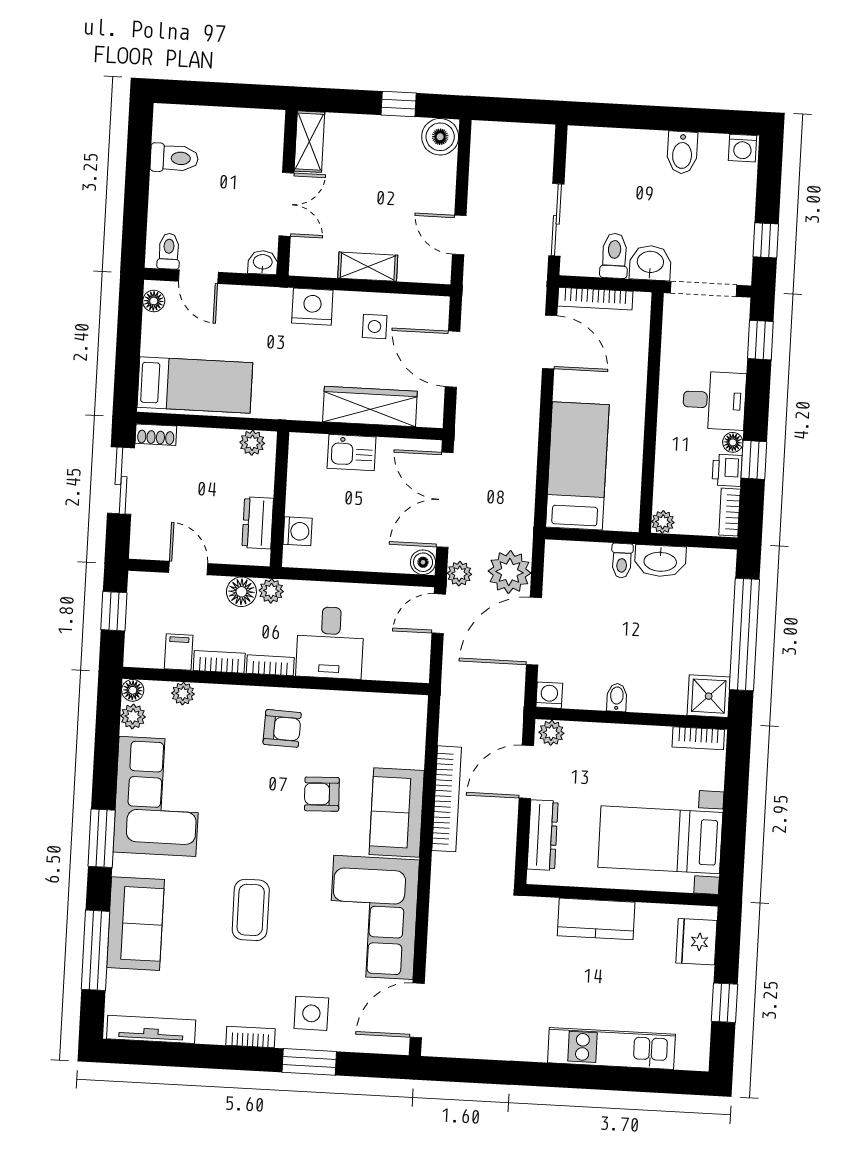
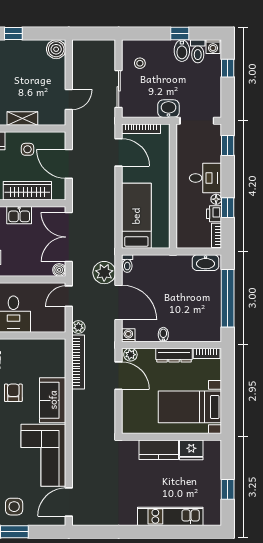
window: (399, 104) -> (13, 33), moved
window: (680, 119) -> (180, 33), added
stool: (600, 172) -> (140, 63), added
door: (459, 235) -> (69, 100), swing flipped
window: (766, 240) -> (228, 68), moved
toilet: (614, 256) -> (198, 51), moved, turned 180
plant: (663, 522) -> (182, 242), removed
toilet: (622, 561) -> (127, 264), moved
washbasin: (660, 561) -> (206, 263), moved
plant: (459, 574) -> (78, 327), moved
door: (534, 631) -> (119, 303), swing flipped
shower: (709, 696) -> (211, 331), removed
door: (526, 772) -> (119, 376), swing flipped
armchair: (322, 794) -> (13, 393), turned 92
bookcase: (447, 799) -> (78, 362), moved
dresser: (543, 835) -> (174, 355), moved, turned 90
fridge: (696, 942) -> (191, 450), moved, turned -90

